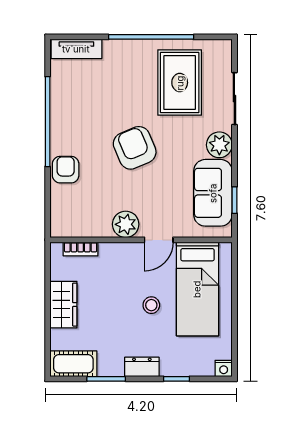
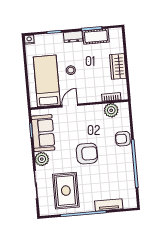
tv unit: (76, 49) -> (109, 205), moved
armchair: (135, 148) -> (87, 154), turned -67
armchair: (66, 170) -> (123, 139), turned 90
plant: (126, 224) -> (111, 110), moved
cot: (73, 364) -> (96, 36), moved

